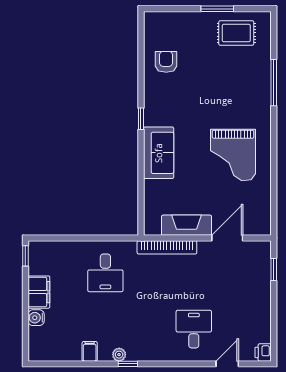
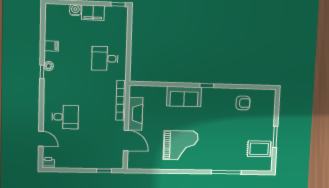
rug: (236, 33) -> (259, 149), turned 90
grand piano: (233, 155) -> (181, 145), turned 180

